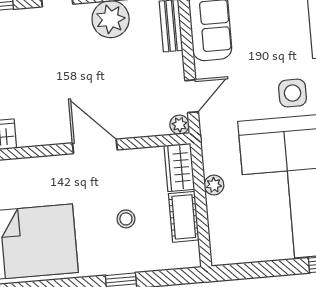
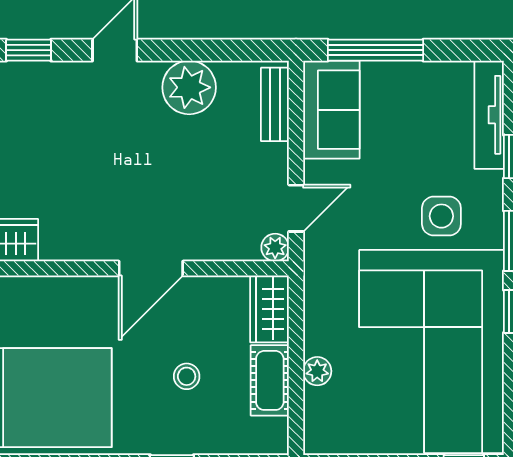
door: (95, 146) -> (151, 268), swing flipped
plant: (214, 185) -> (317, 371), moved

